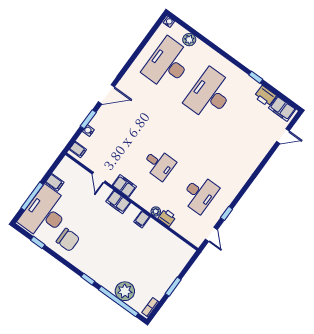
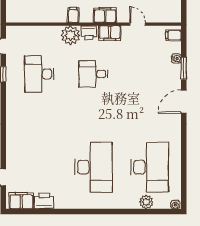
window: (256, 77) -> (64, 211), removed
plant: (156, 211) -> (71, 35), width x1.88, depth x1.88
printer: (167, 218) -> (89, 33), moved

